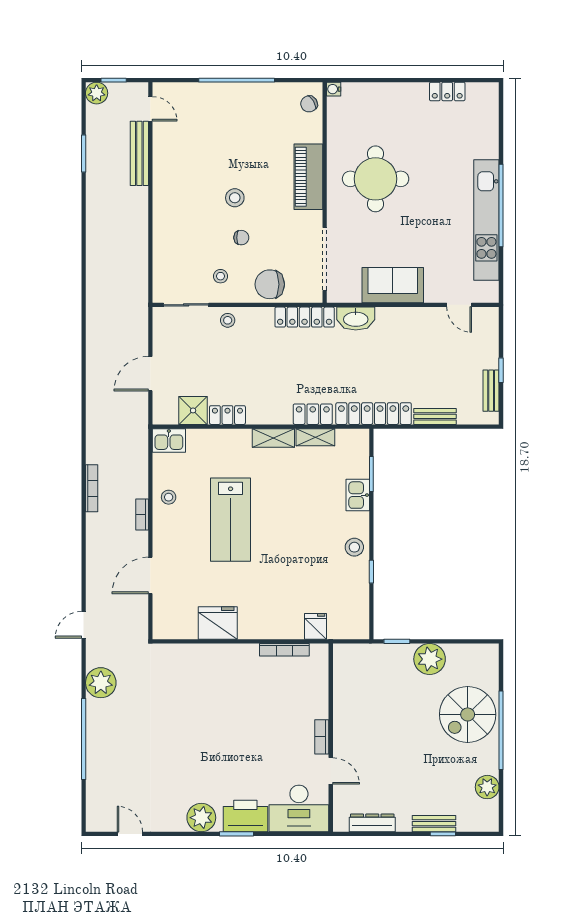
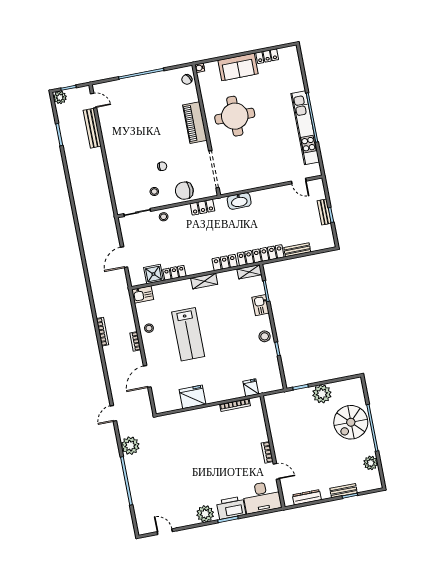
stool: (235, 198) -> (154, 143), removed
sofa: (393, 285) -> (238, 67), moved, turned 180
locker: (305, 317) -> (202, 207), width x0.66
bench: (491, 391) -> (324, 212), moved
shelving: (315, 437) -> (249, 272), moved

